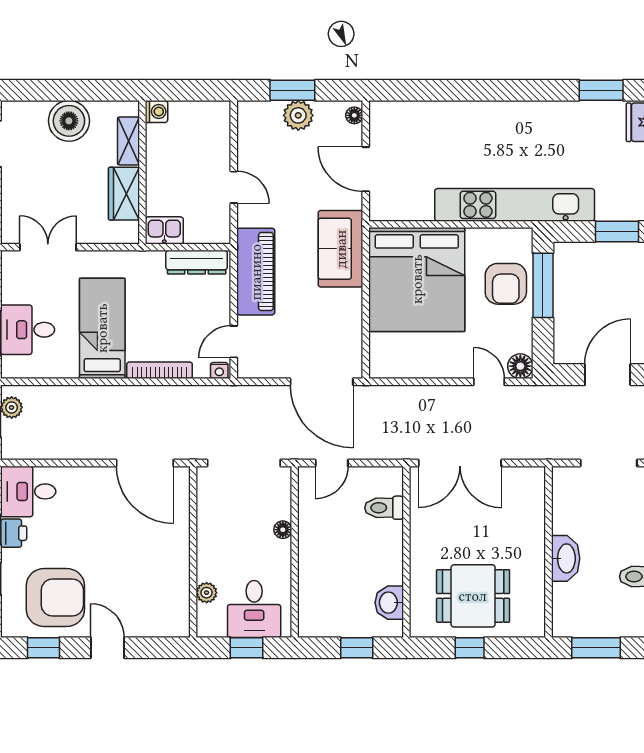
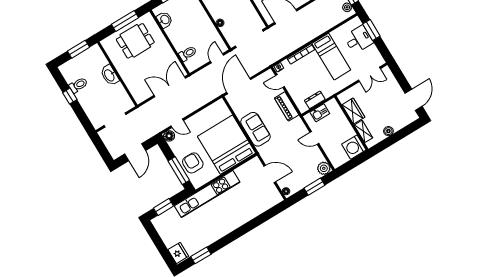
washing machine: (156, 112) -> (354, 147), width x1.89, depth x1.89
plant: (298, 115) -> (324, 168), moved
boiler: (69, 121) -> (388, 131), width x0.54, depth x0.54
kitchen sink: (164, 230) -> (320, 113), moved
sofa: (341, 249) -> (255, 129), moved
dresser: (197, 262) -> (315, 100), width x0.70
piano: (256, 272) -> (287, 106), width x0.73, depth x0.75
door: (234, 342) -> (280, 81), swing flipped
door: (322, 382) -> (239, 86), hinge flipped
window: (470, 648) -> (125, 21), width x2.17

